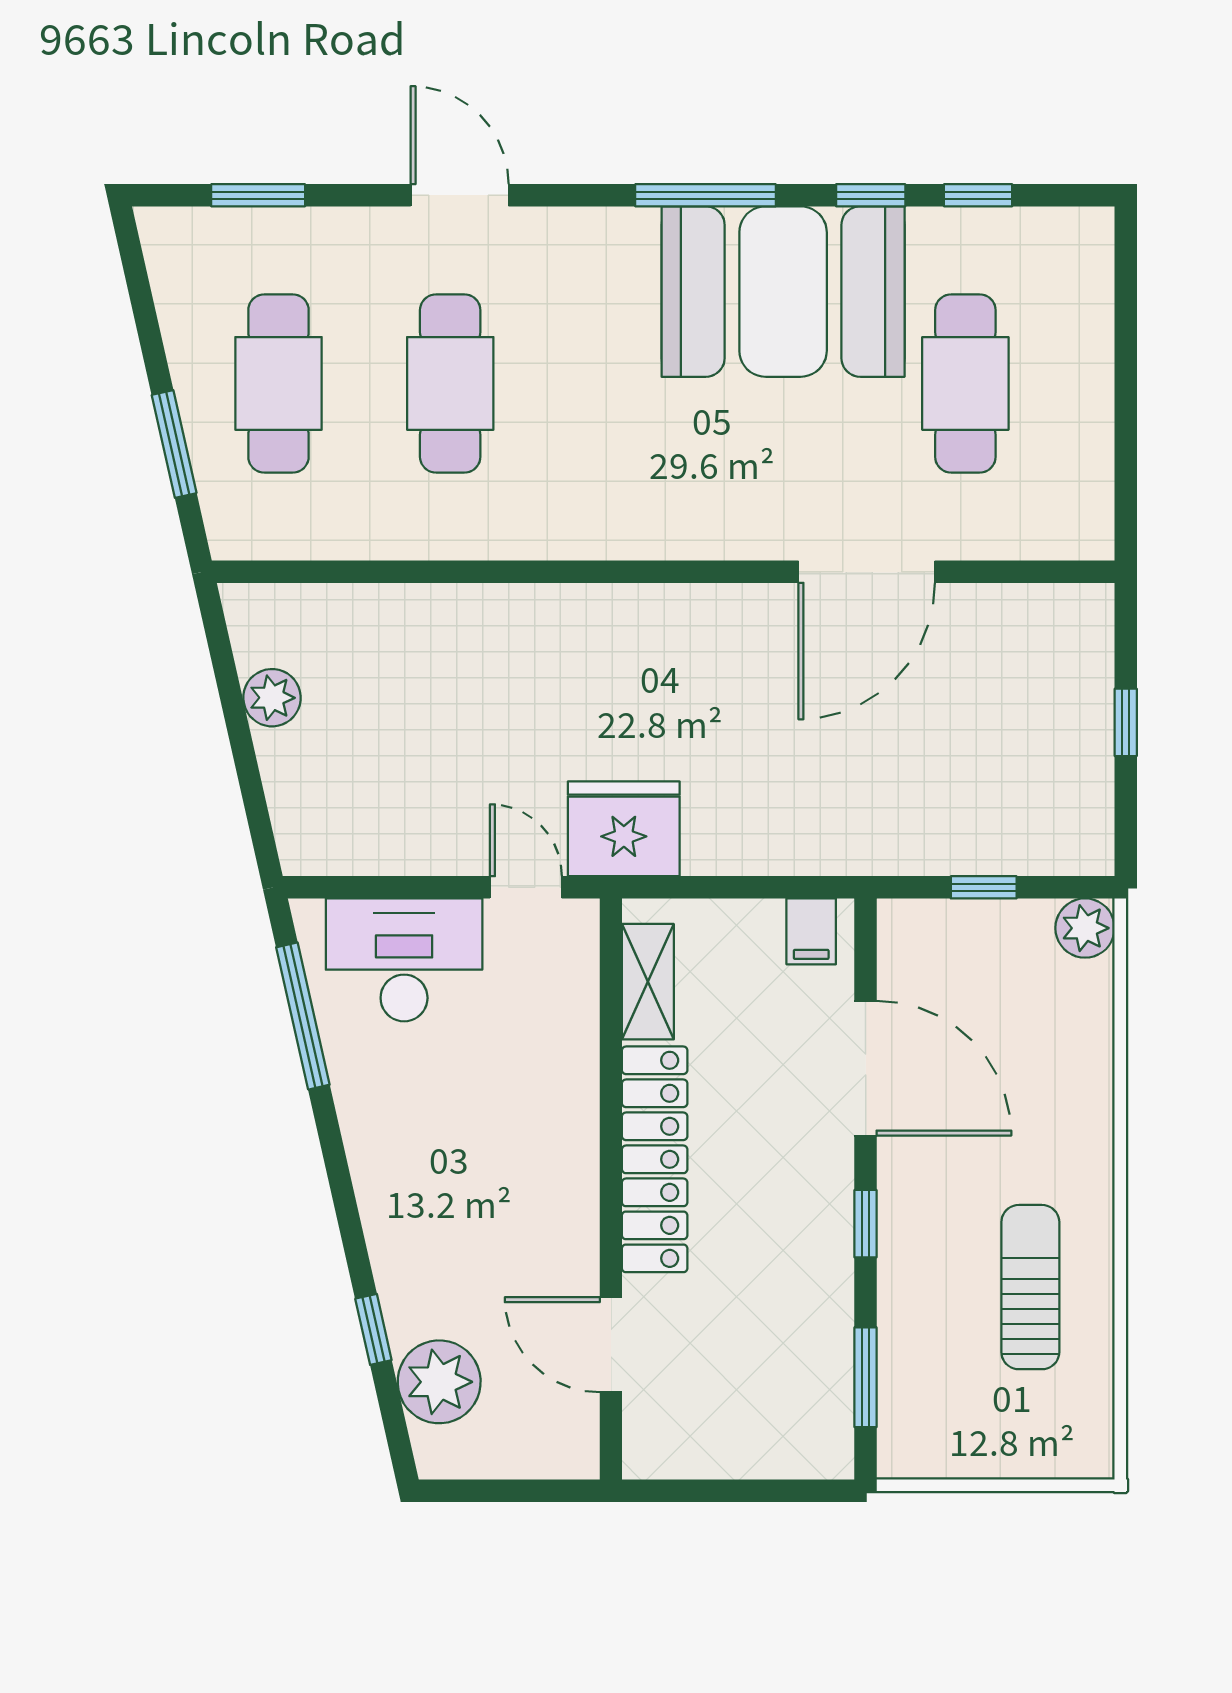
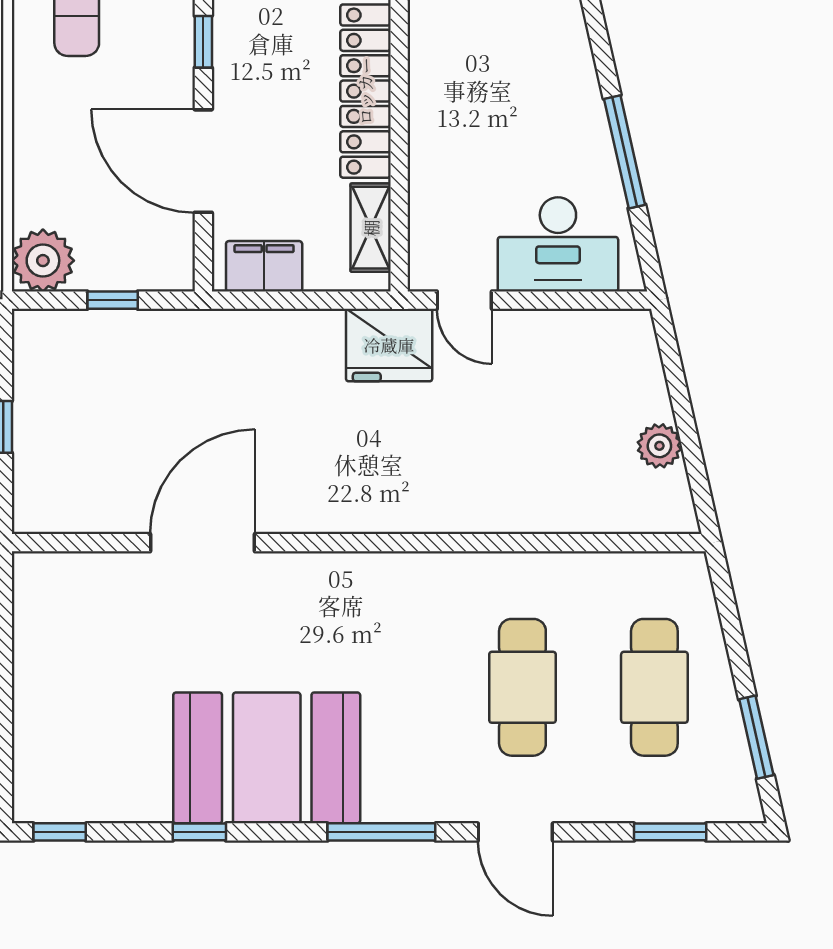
window: (706, 195) -> (381, 832), moved
window: (978, 195) -> (60, 832), moved
cafe table: (965, 383) -> (127, 687), removed
window: (174, 444) -> (756, 737), moved
plant: (1085, 928) -> (43, 261), width x1.36, depth x1.36
filing cabinet: (811, 931) -> (264, 266), width x2.00
window: (303, 1016) -> (625, 152), moved

